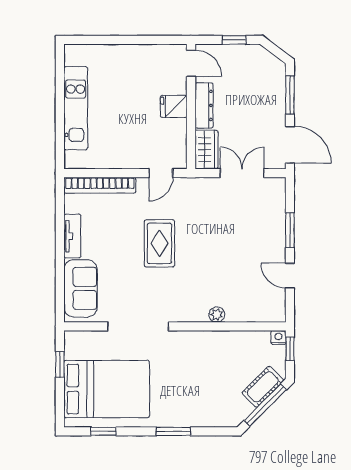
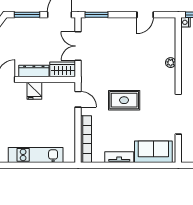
window: (290, 230) -> (97, 15), moved

